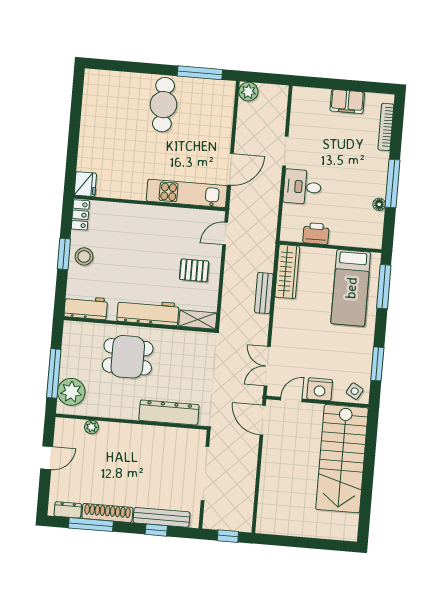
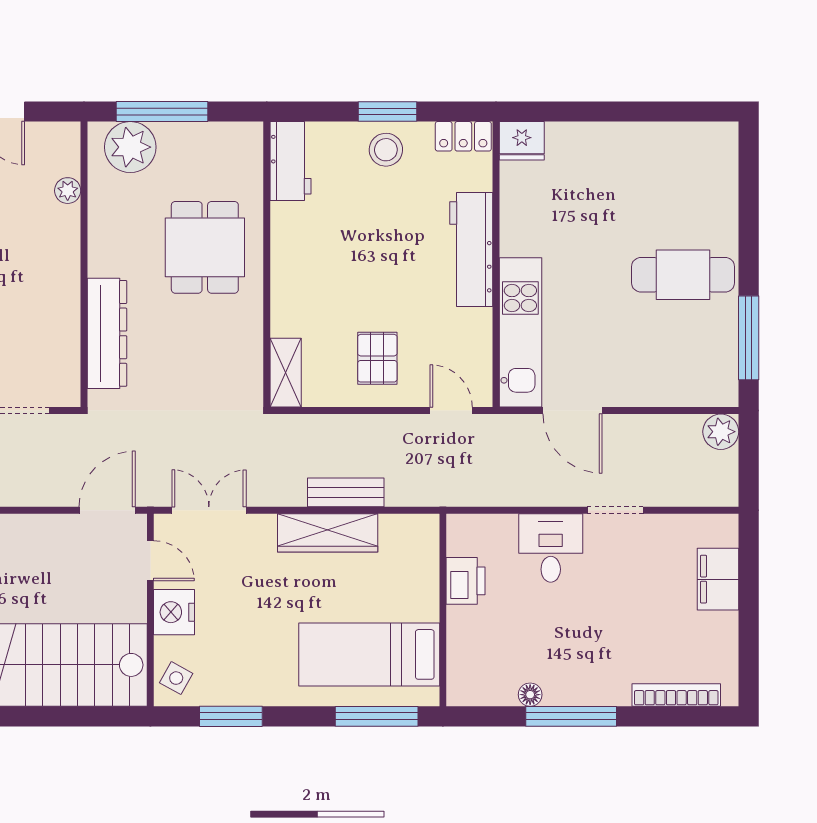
filing cabinet: (347, 101) -> (718, 579), moved
wardrobe: (287, 272) -> (328, 533), moved
workbench: (148, 312) -> (471, 250), moved, turned 180

